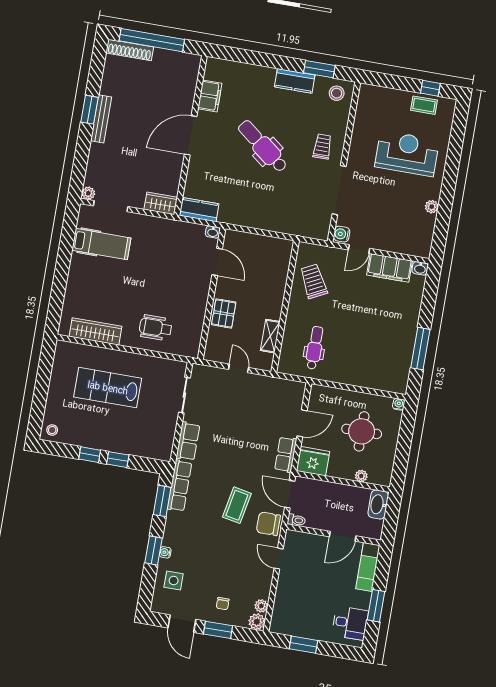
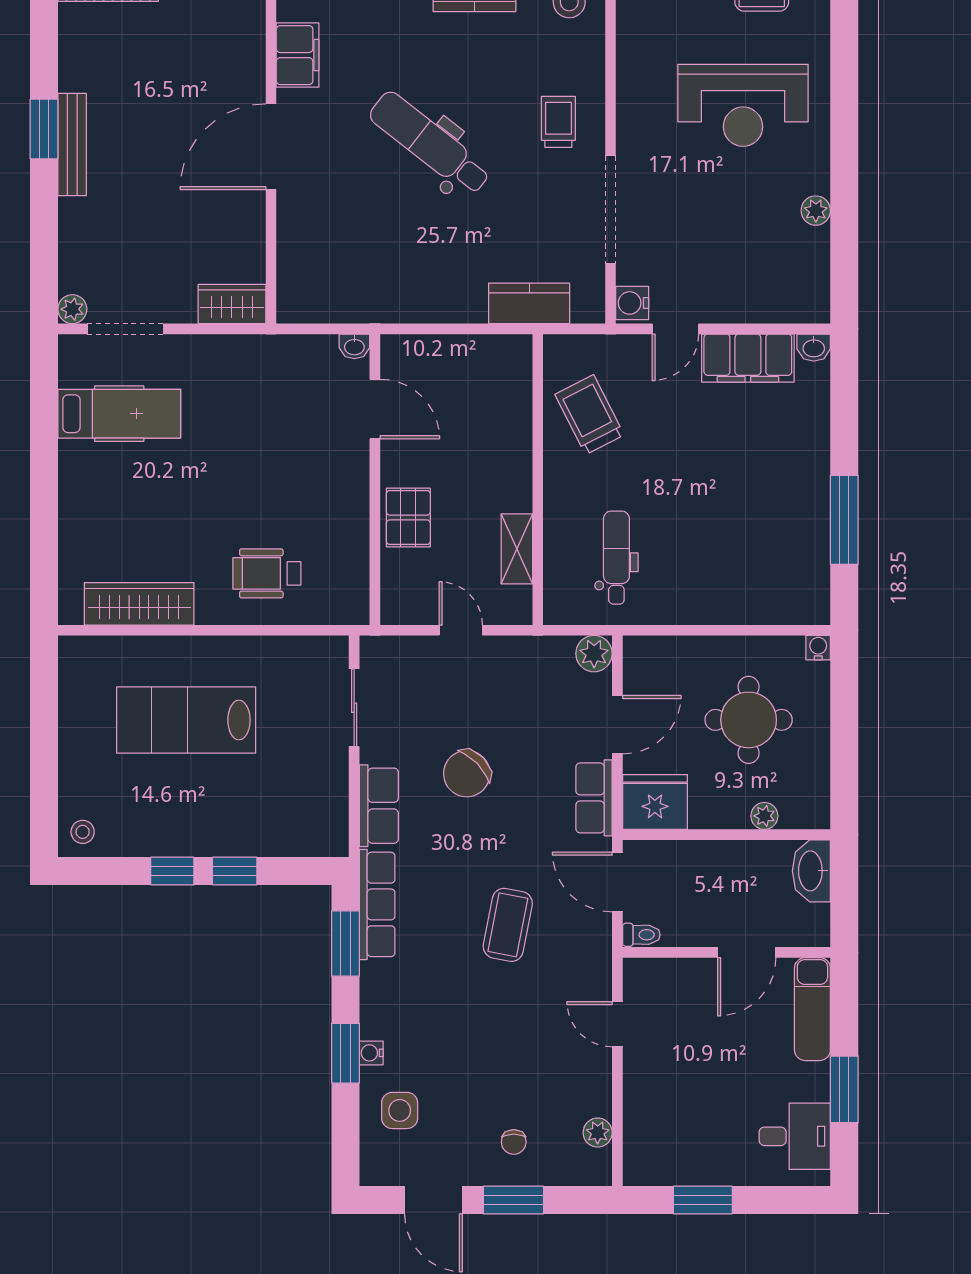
reception desk: (407, 153) -> (743, 105), turned 180
kitchen counter: (199, 210) -> (529, 303), moved
chair: (268, 524) -> (467, 774), moved, turned -44
plant: (257, 622) -> (594, 654), moved

